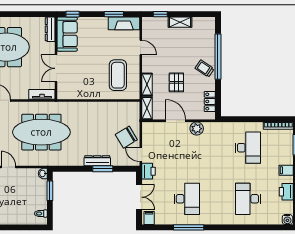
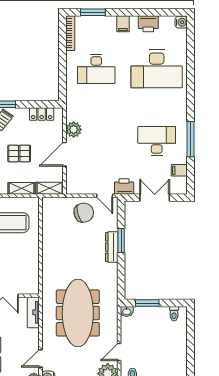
chair: (126, 137) -> (84, 213), turned -76
desk: (248, 148) -> (96, 69), turned 180
door: (141, 155) -> (105, 196), hinge flipped
desk: (248, 199) -> (157, 69), width x1.36, depth x1.30
filing cabinet: (149, 218) -> (179, 170), moved

